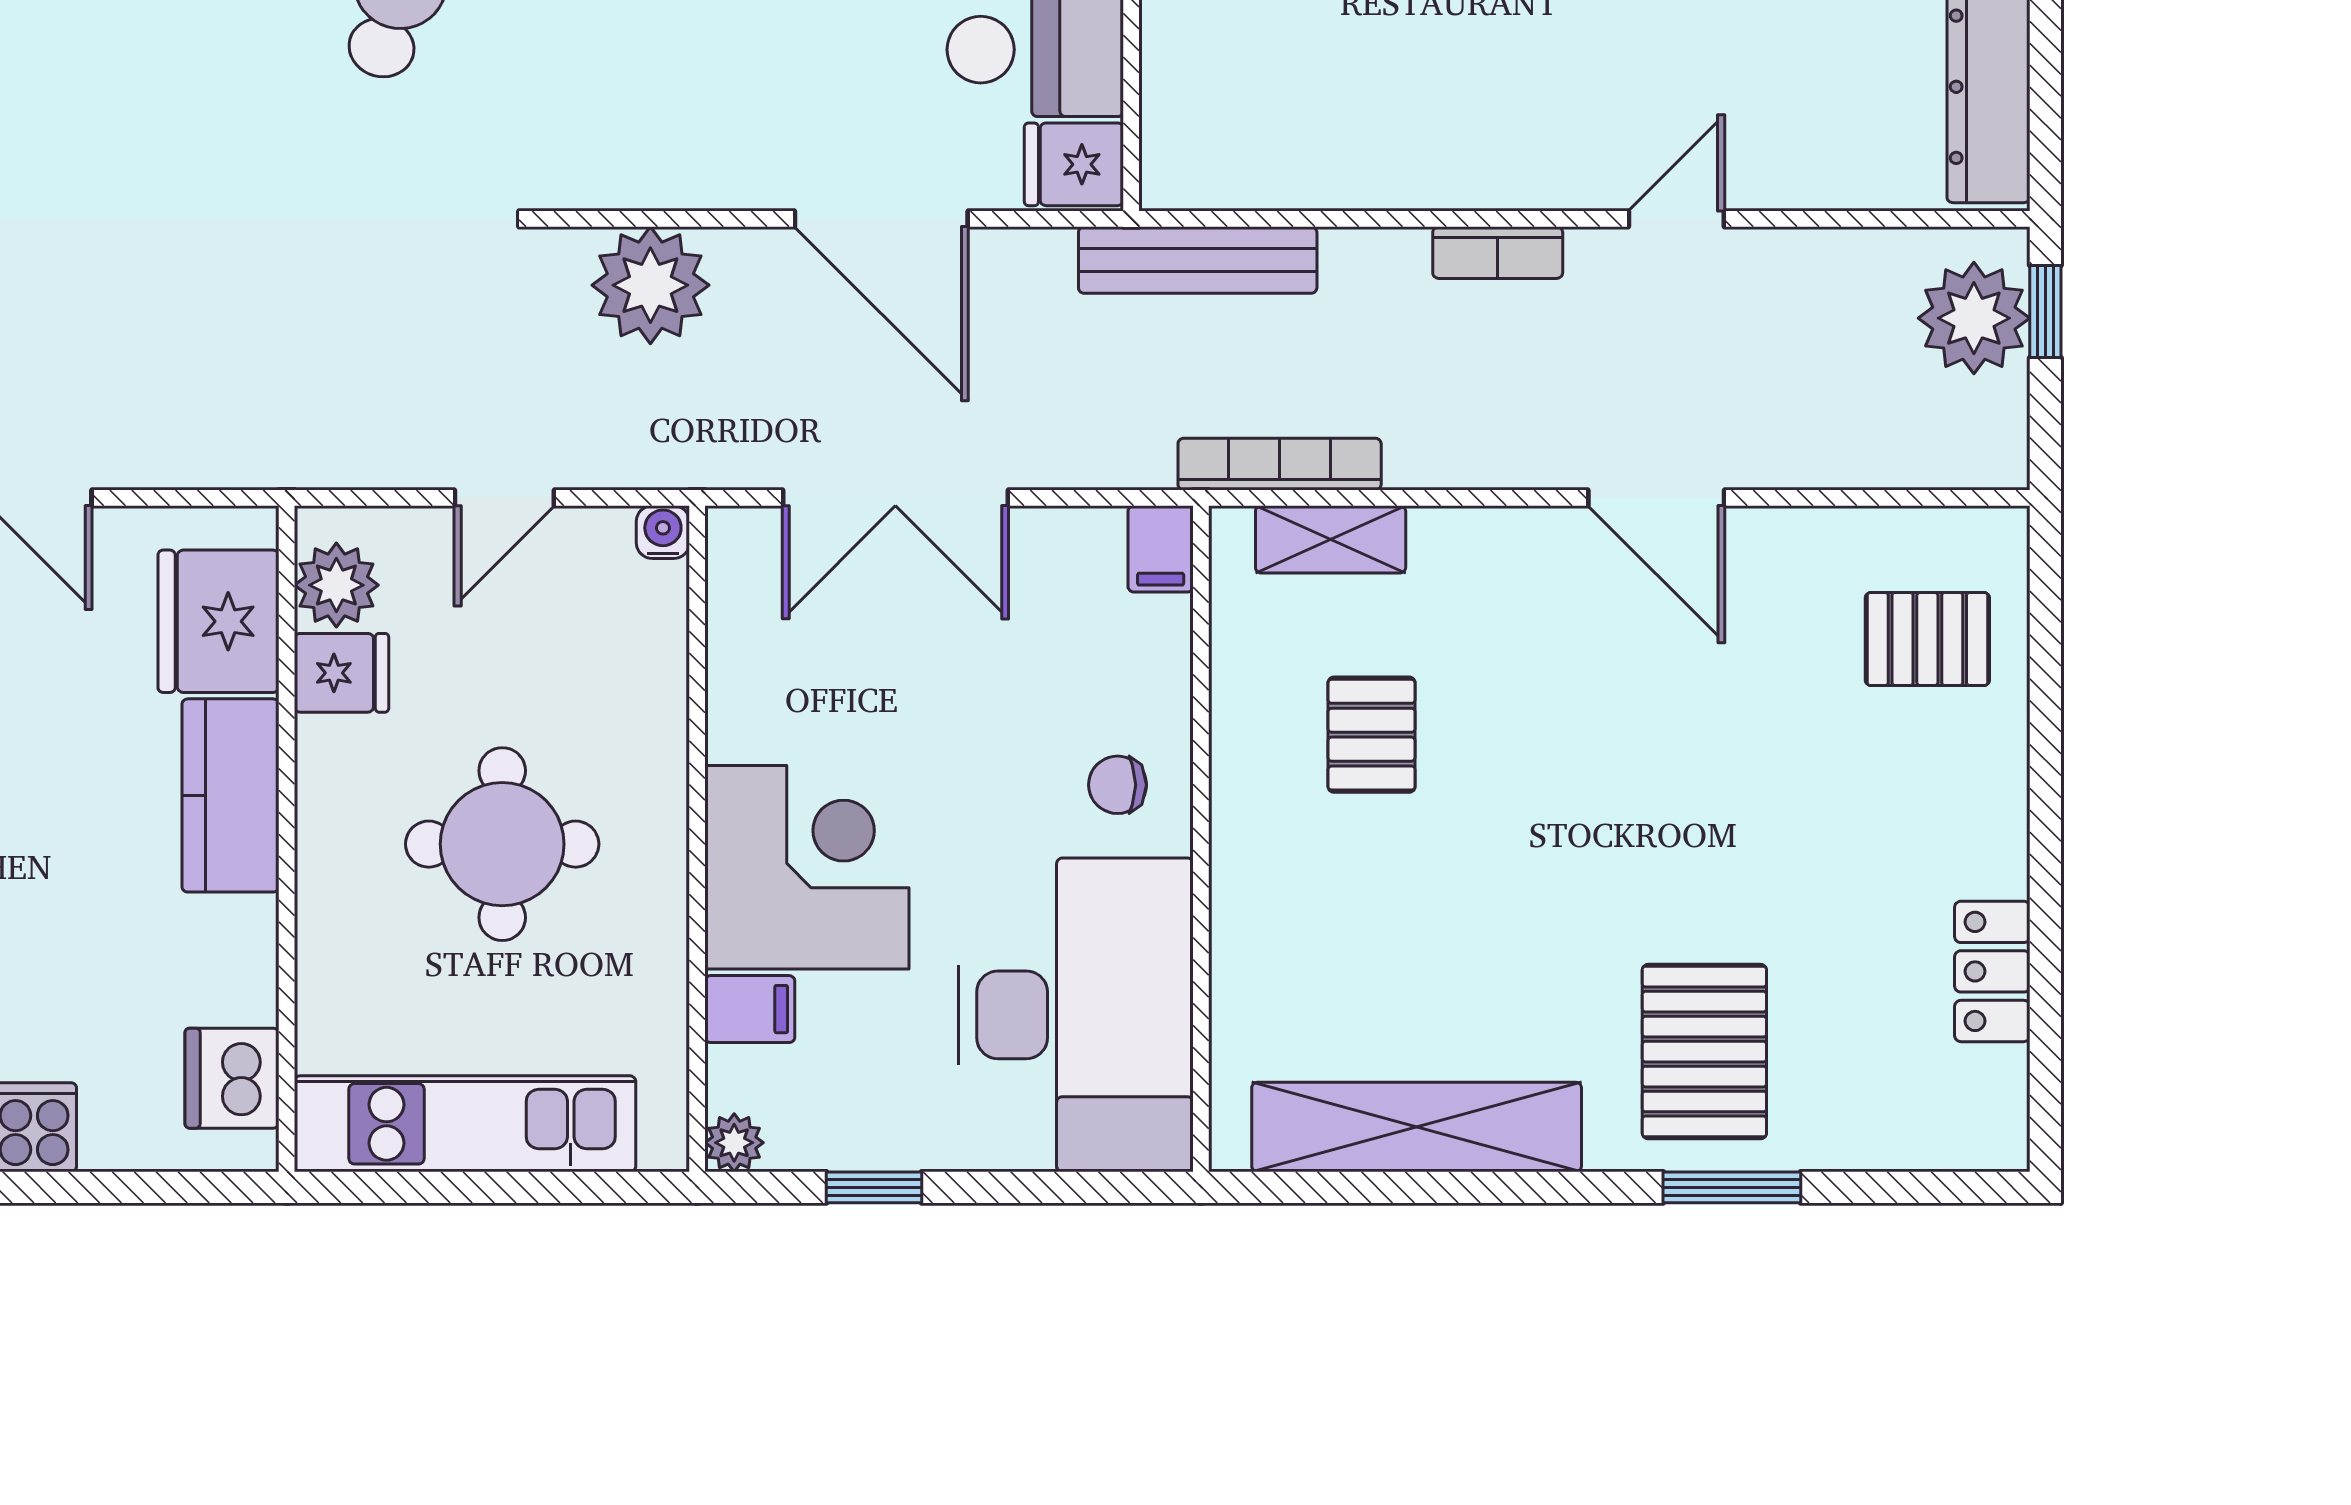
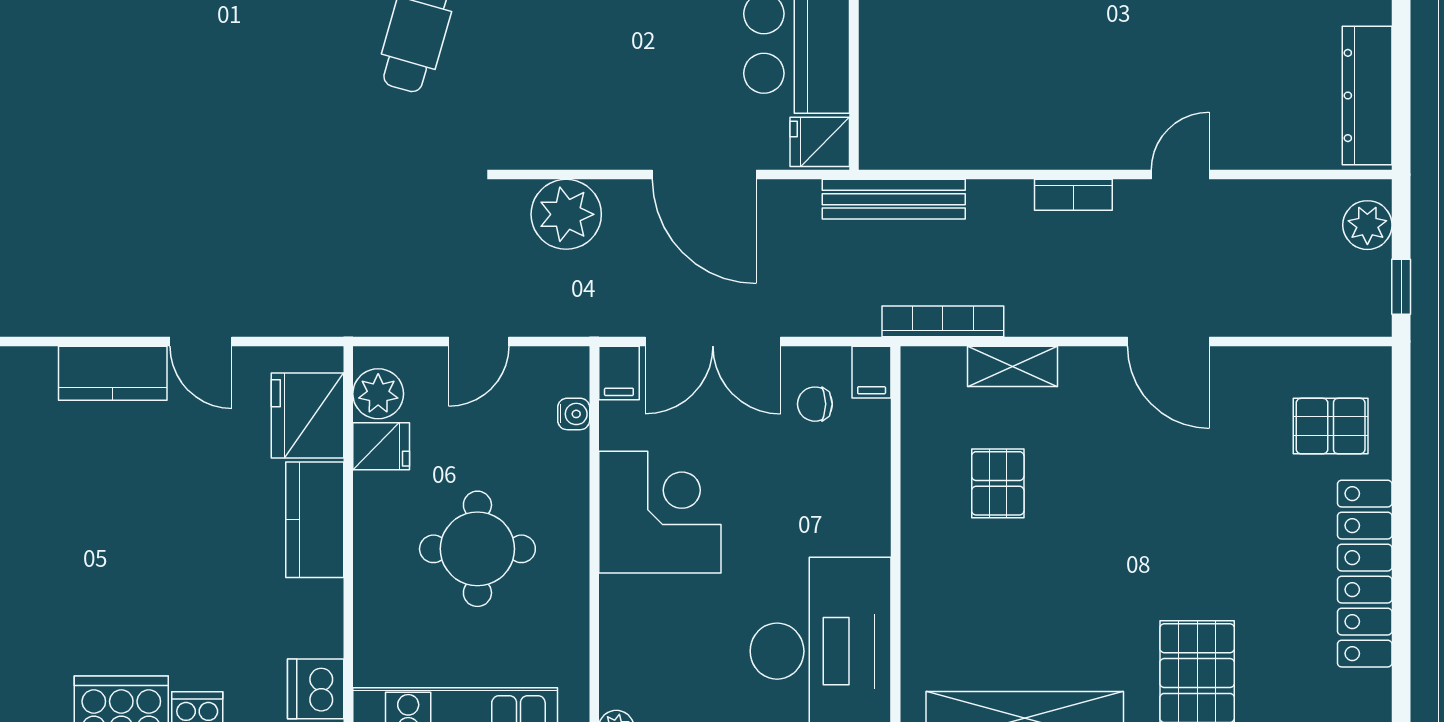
window: (2045, 311) -> (1401, 287), moved
plant: (1974, 318) -> (1367, 225), width x0.73, depth x0.73
water cooler: (663, 532) -> (574, 414), moved, turned 90
shelving: (1331, 539) -> (1012, 366), moved
chair: (1118, 785) -> (815, 404), moved
corner desk: (807, 867) -> (660, 512), moved
locker: (1992, 971) -> (1365, 574), width x2.16, depth x1.21
filing cabinet: (750, 1009) -> (619, 373), moved, turned 90

